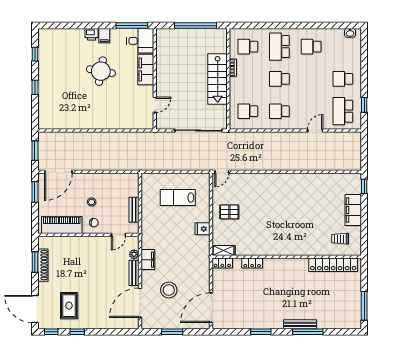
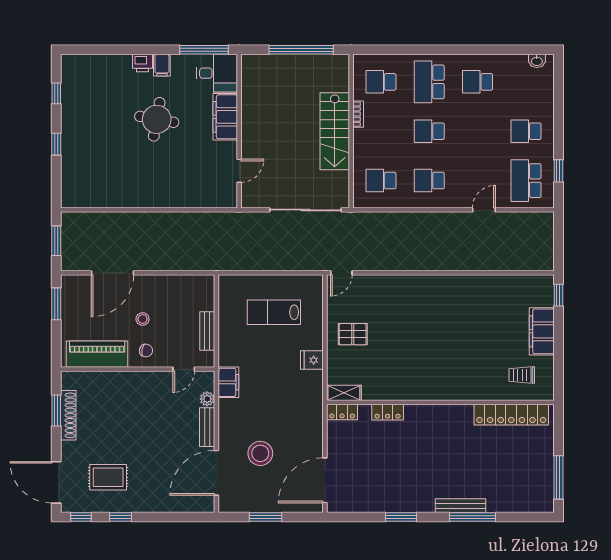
door: (58, 172) -> (112, 273), moved
filing cabinet: (148, 260) -> (228, 382), moved
rug: (69, 306) -> (108, 477), turned 90

